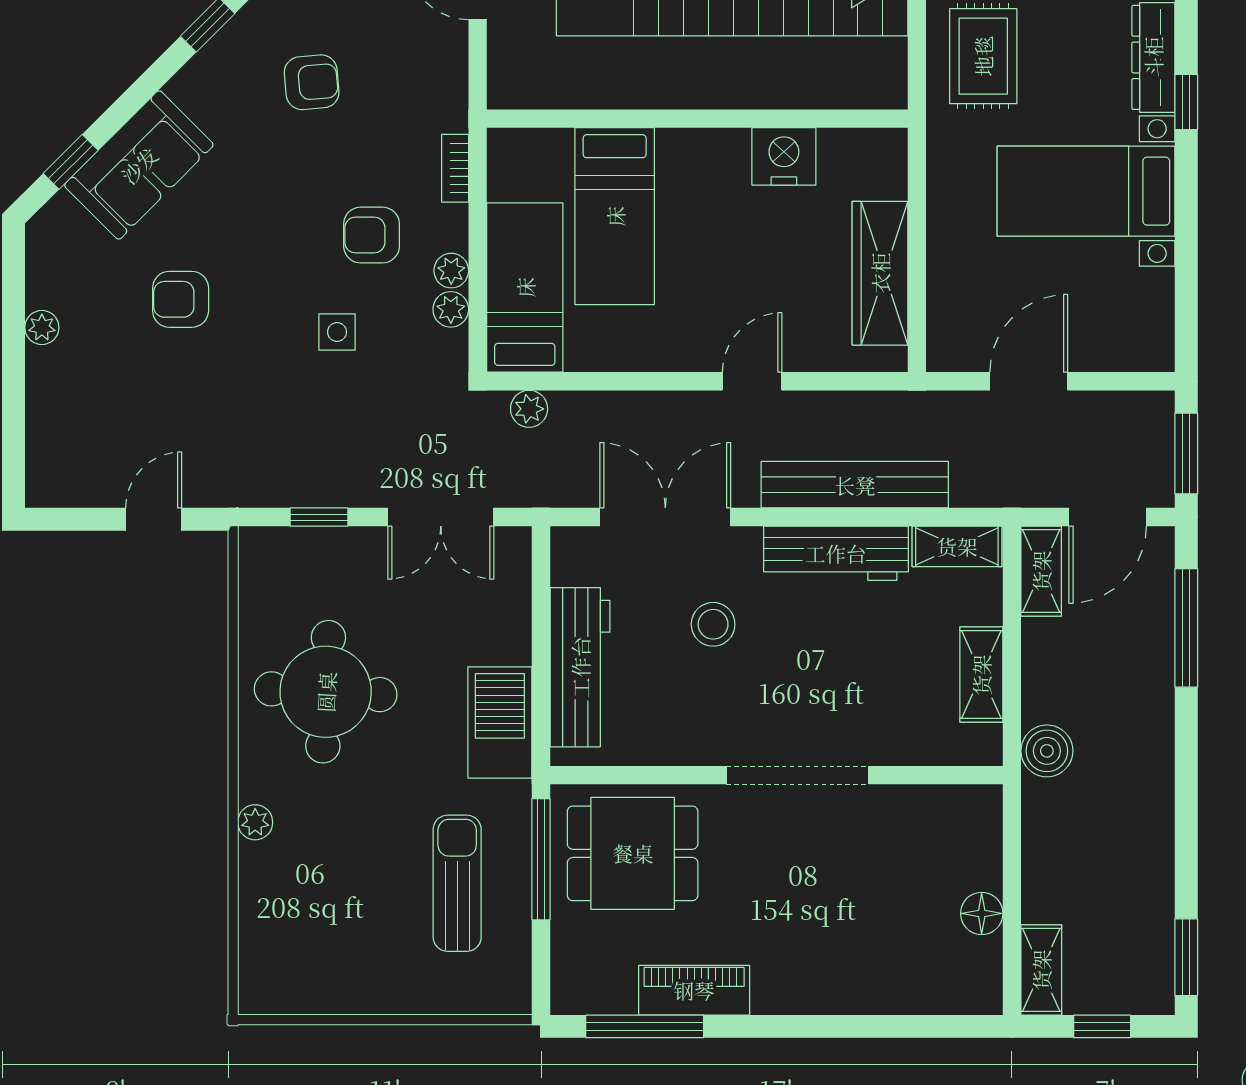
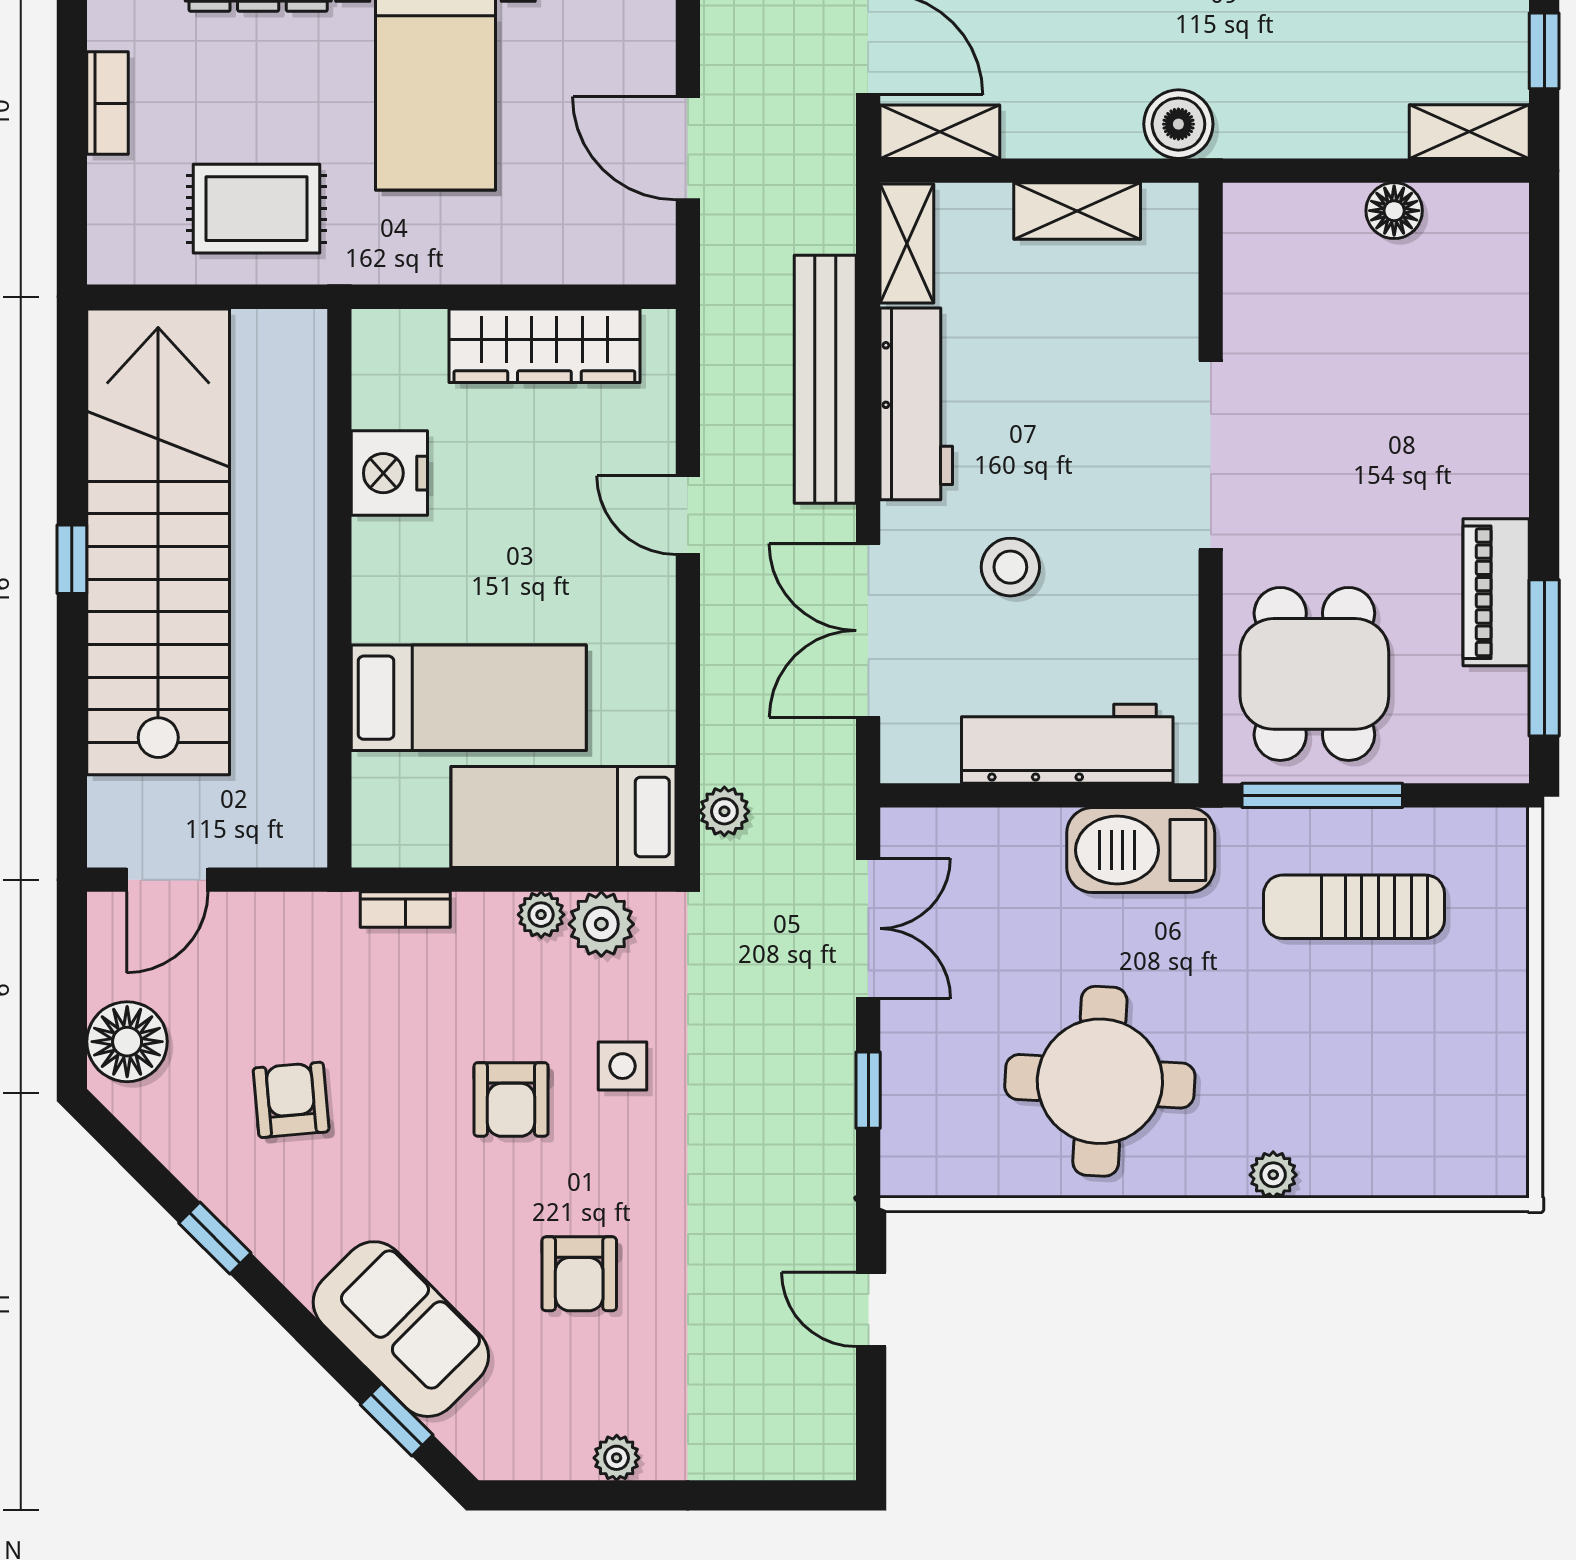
armchair: (372, 235) -> (511, 1099), moved
plant: (451, 309) -> (601, 924), width x1.38, depth x1.38

